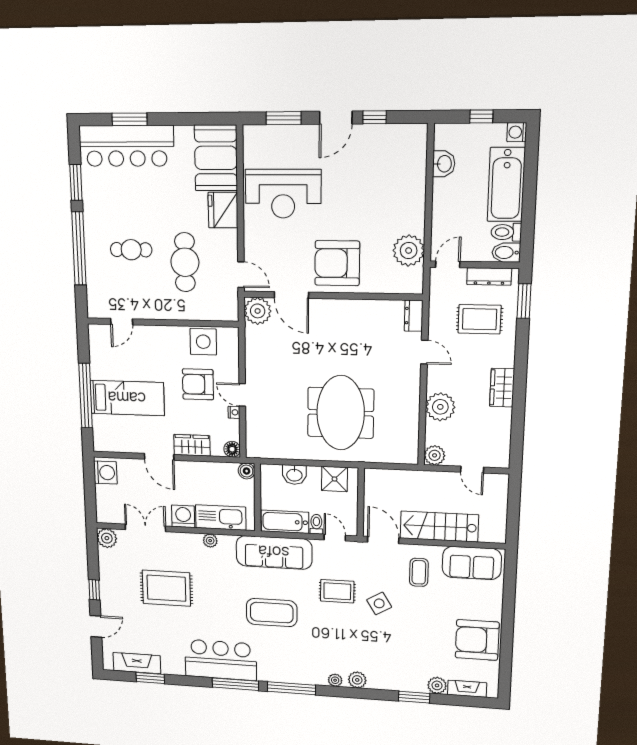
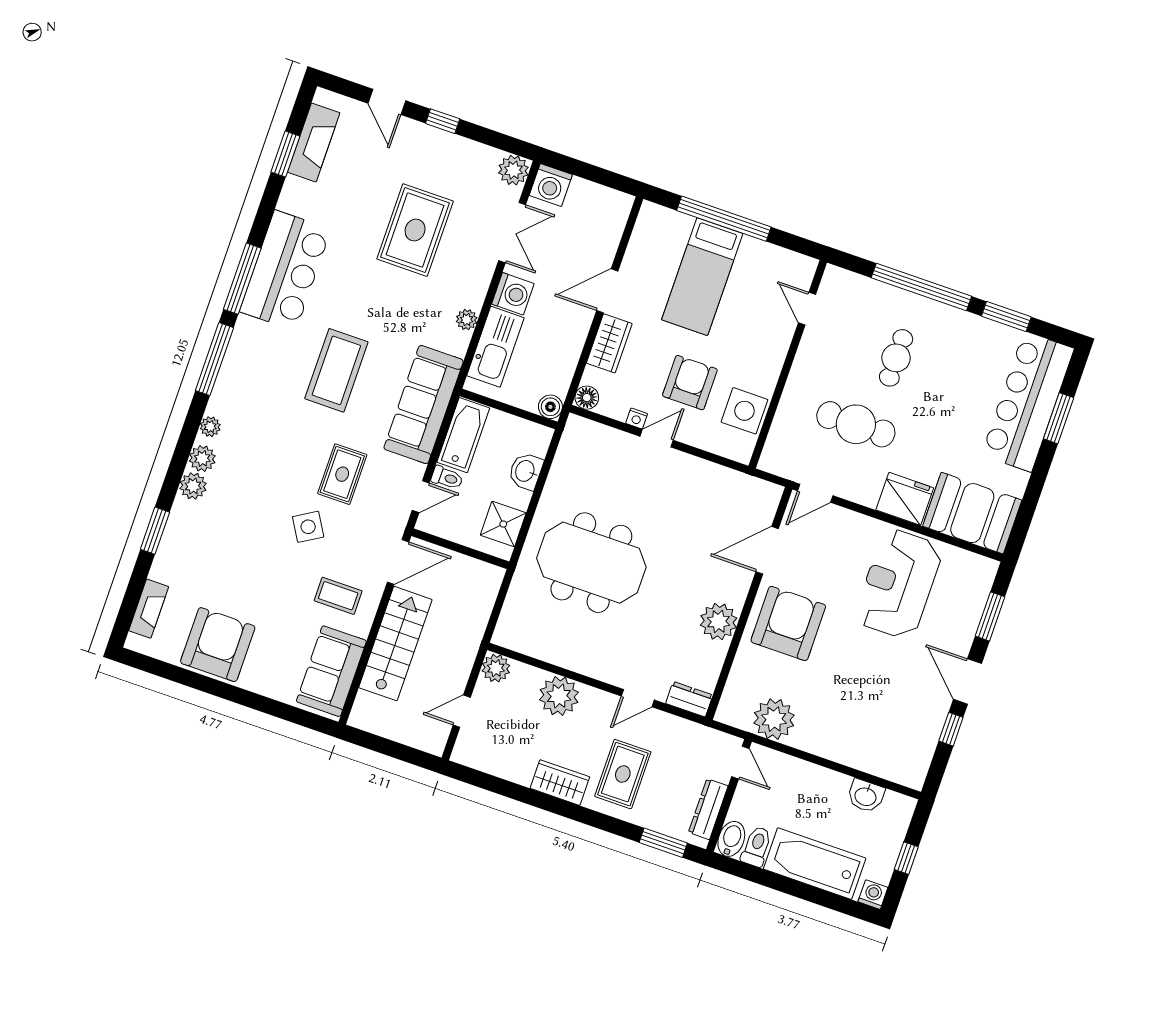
plant: (258, 311) -> (719, 622), moved
rug: (480, 319) -> (623, 774), moved
washing machine: (105, 473) -> (551, 185), moved
plant: (437, 685) -> (193, 486), moved

